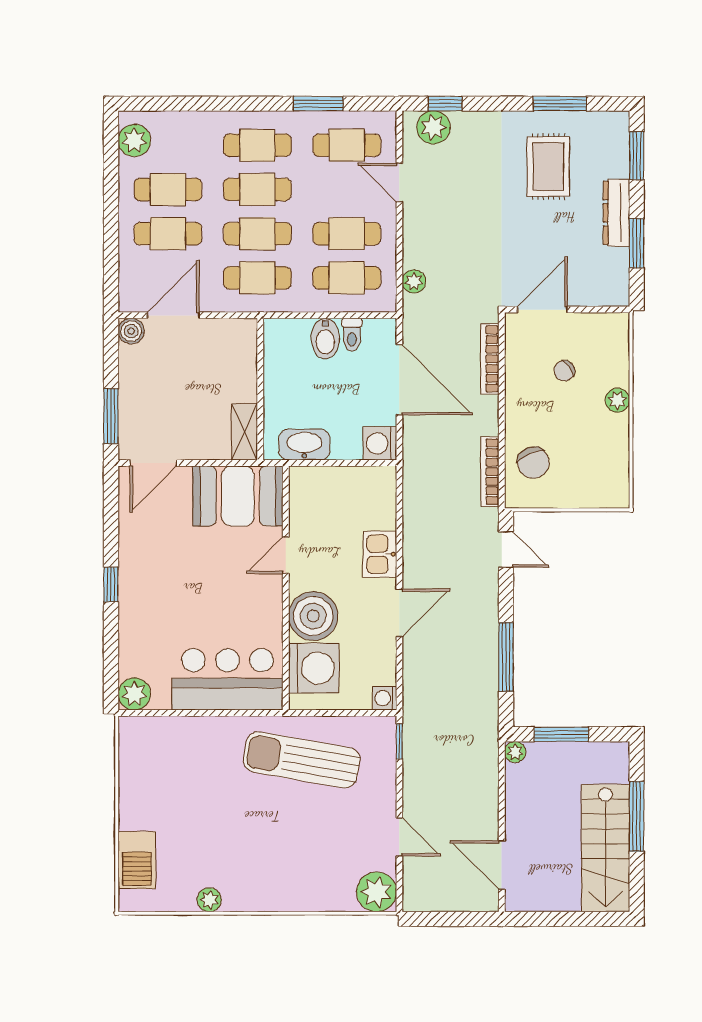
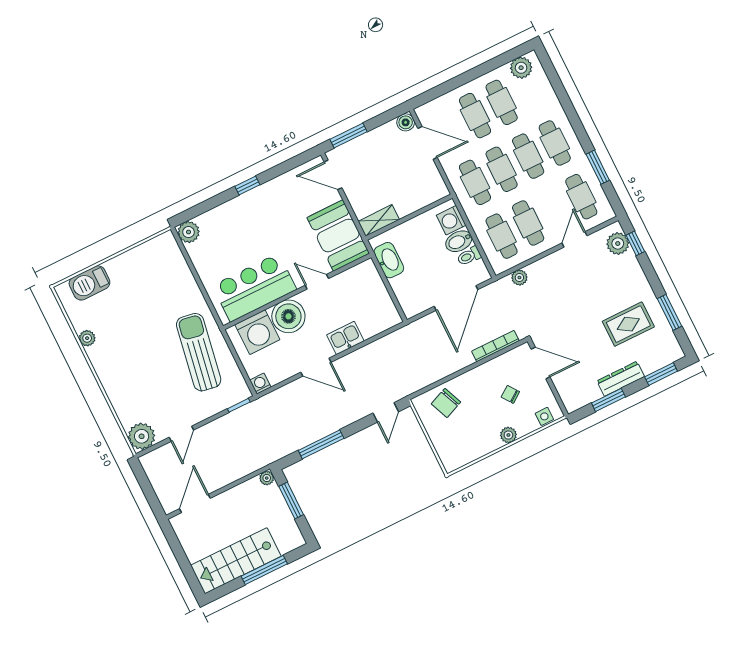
side table: (616, 340) -> (544, 416), added
washing machine: (380, 443) -> (451, 220), moved, turned -90
bookcase: (490, 472) -> (428, 380), removed
bar counter: (227, 679) -> (254, 287), moved, turned -90

